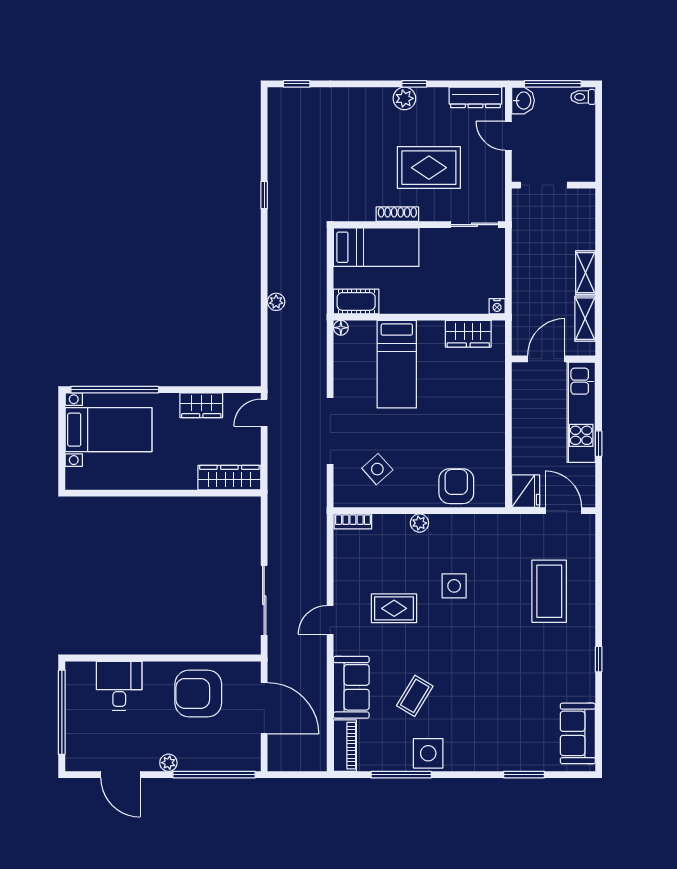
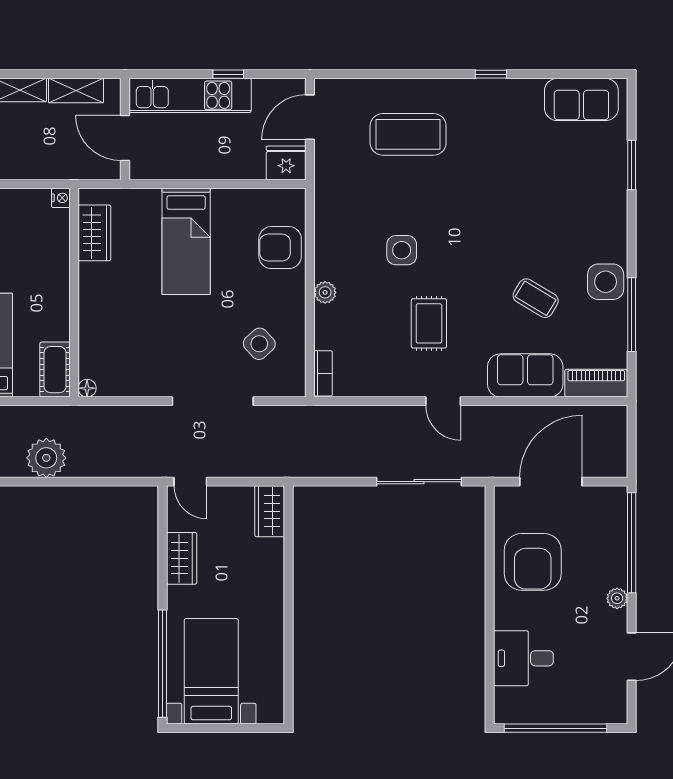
plant: (276, 302) -> (46, 458), width x1.88, depth x1.88
bed: (397, 364) -> (186, 241), moved, turned 90
wardrobe: (229, 478) -> (270, 511), width x0.67

